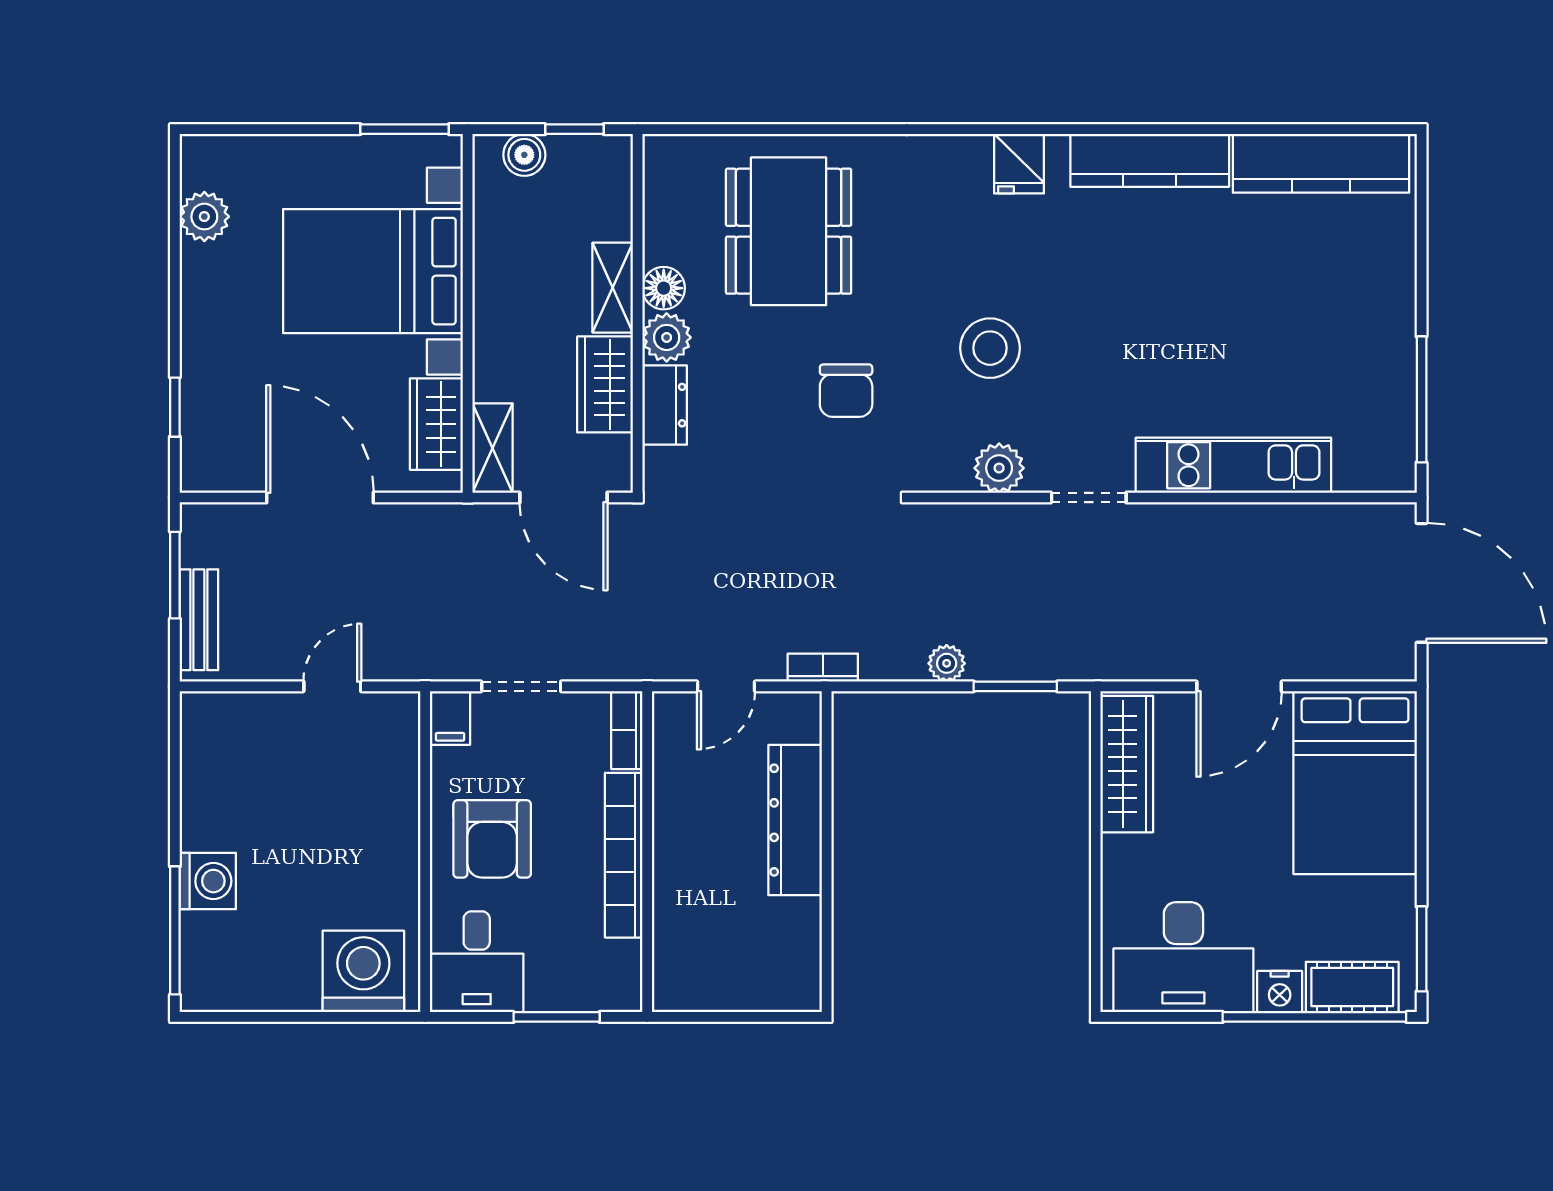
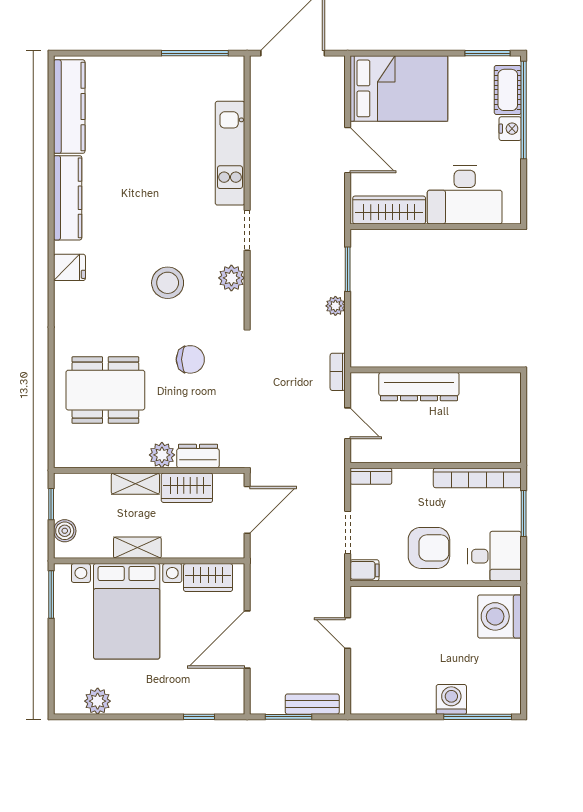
floor lamp: (664, 288) -> (136, 457), removed
shelving: (493, 448) -> (137, 548), moved
bookcase: (624, 855) -> (477, 478), moved
desk: (1183, 957) -> (465, 195), moved, turned 90

